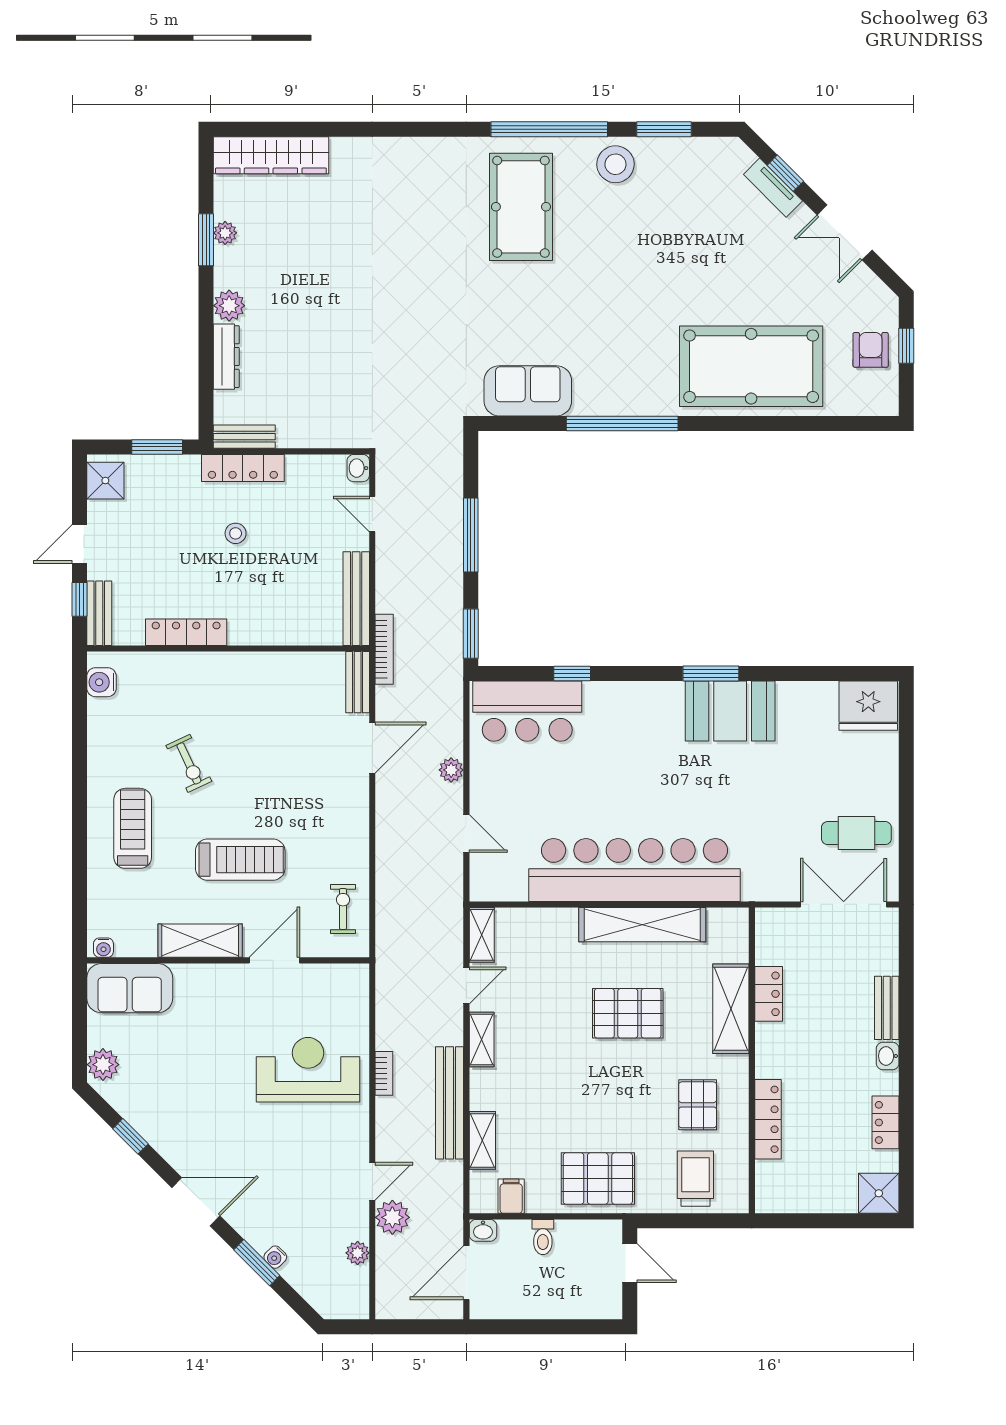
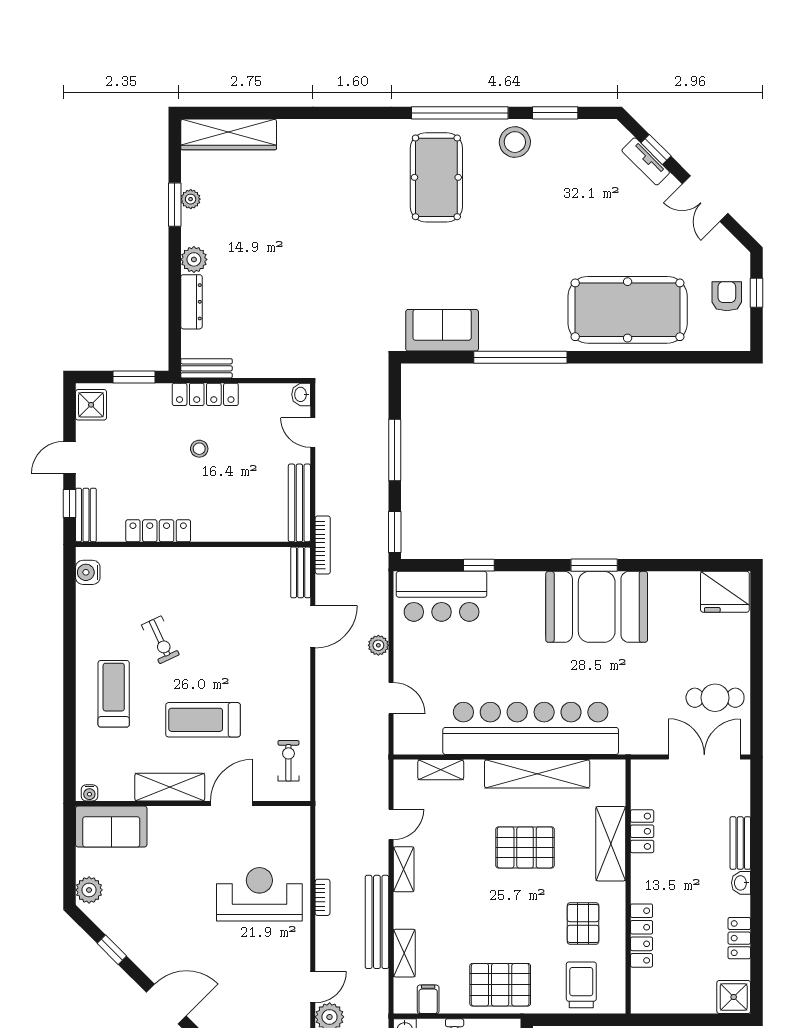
booth: (730, 711) -> (597, 607), width x1.36, depth x1.42
treadmill: (240, 860) -> (203, 720), turned 180
shelving: (482, 935) -> (441, 770), moved, turned 90

